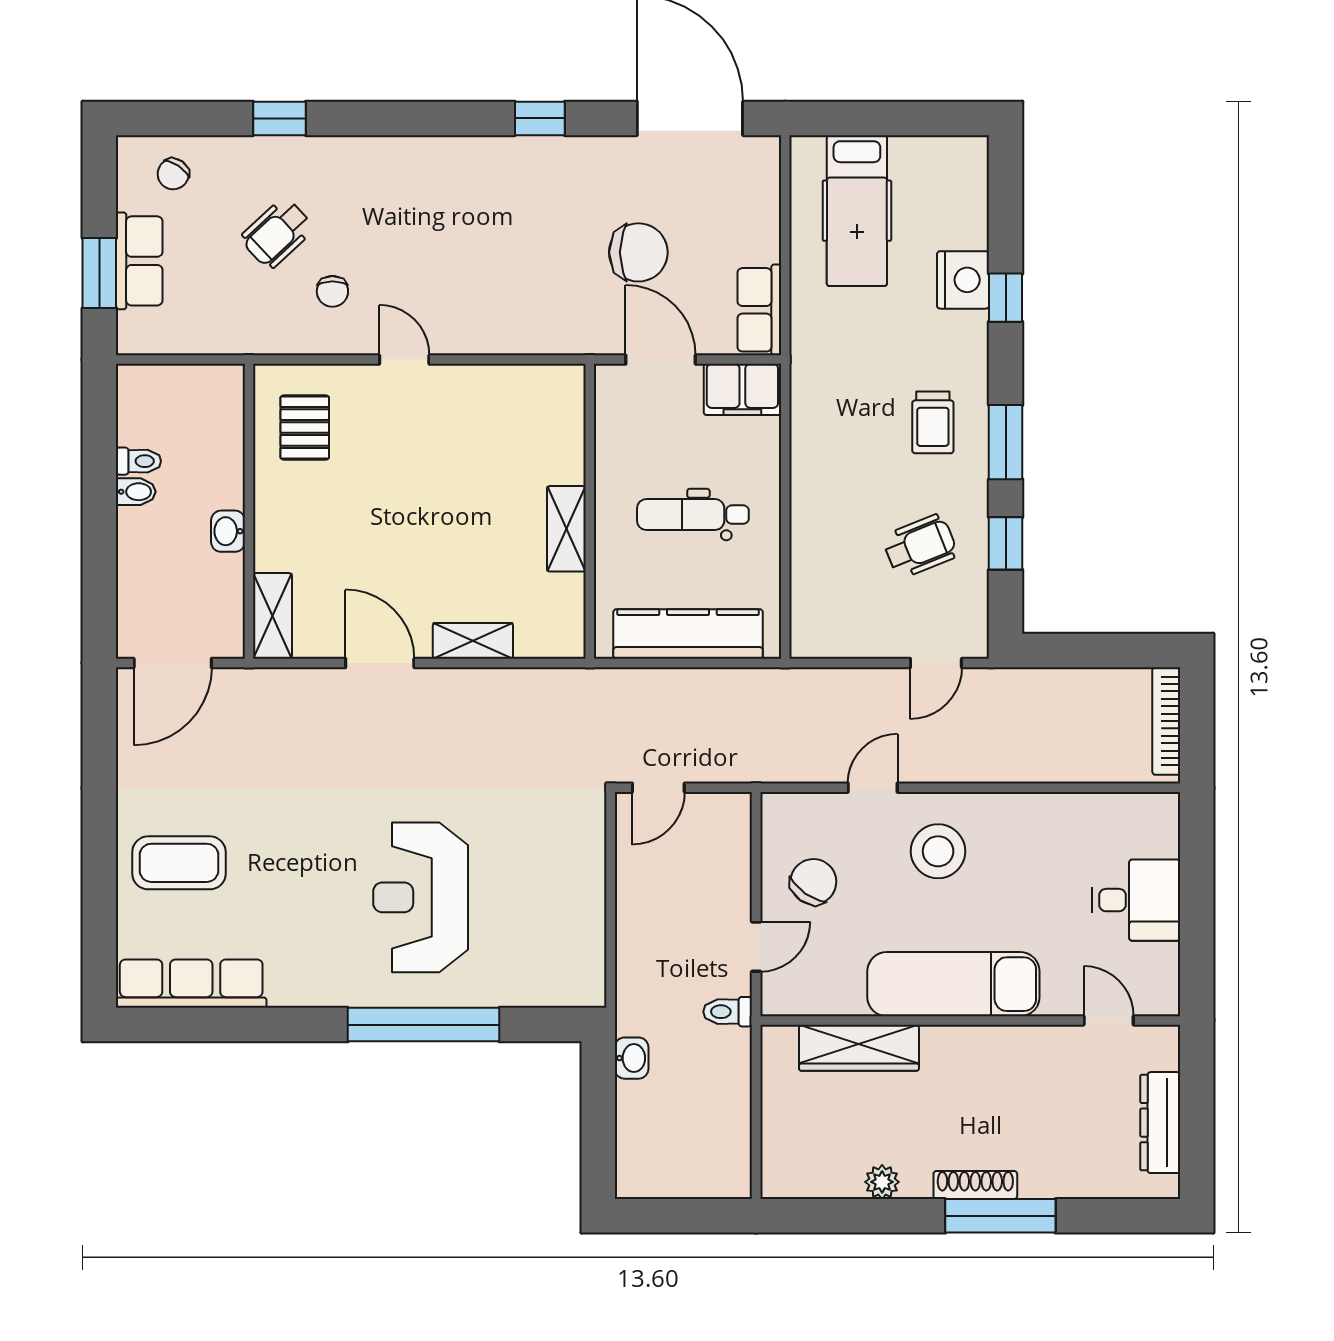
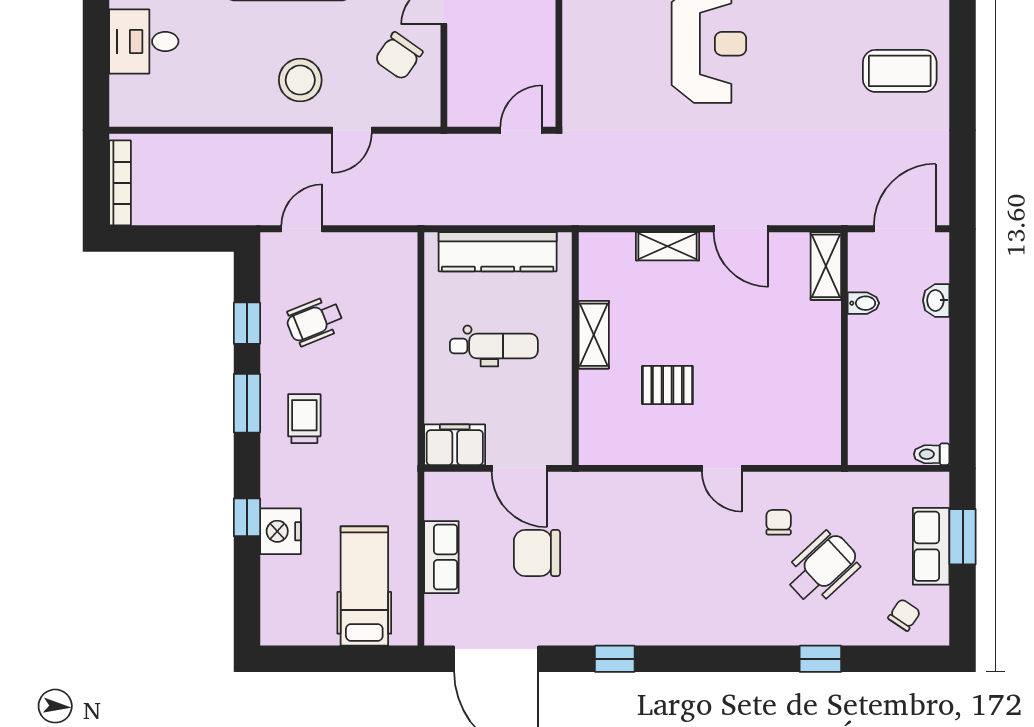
wheelchair: (277, 233) -> (822, 568), width x1.36, depth x1.37
row of seats: (759, 310) -> (441, 557), moved
pallet: (305, 427) -> (667, 385), moved, turned 90
toilet: (138, 461) -> (932, 454), moved
bidet: (136, 492) -> (863, 303), moved, turned 180
washbasin: (228, 531) -> (936, 300), moved, turned 180

